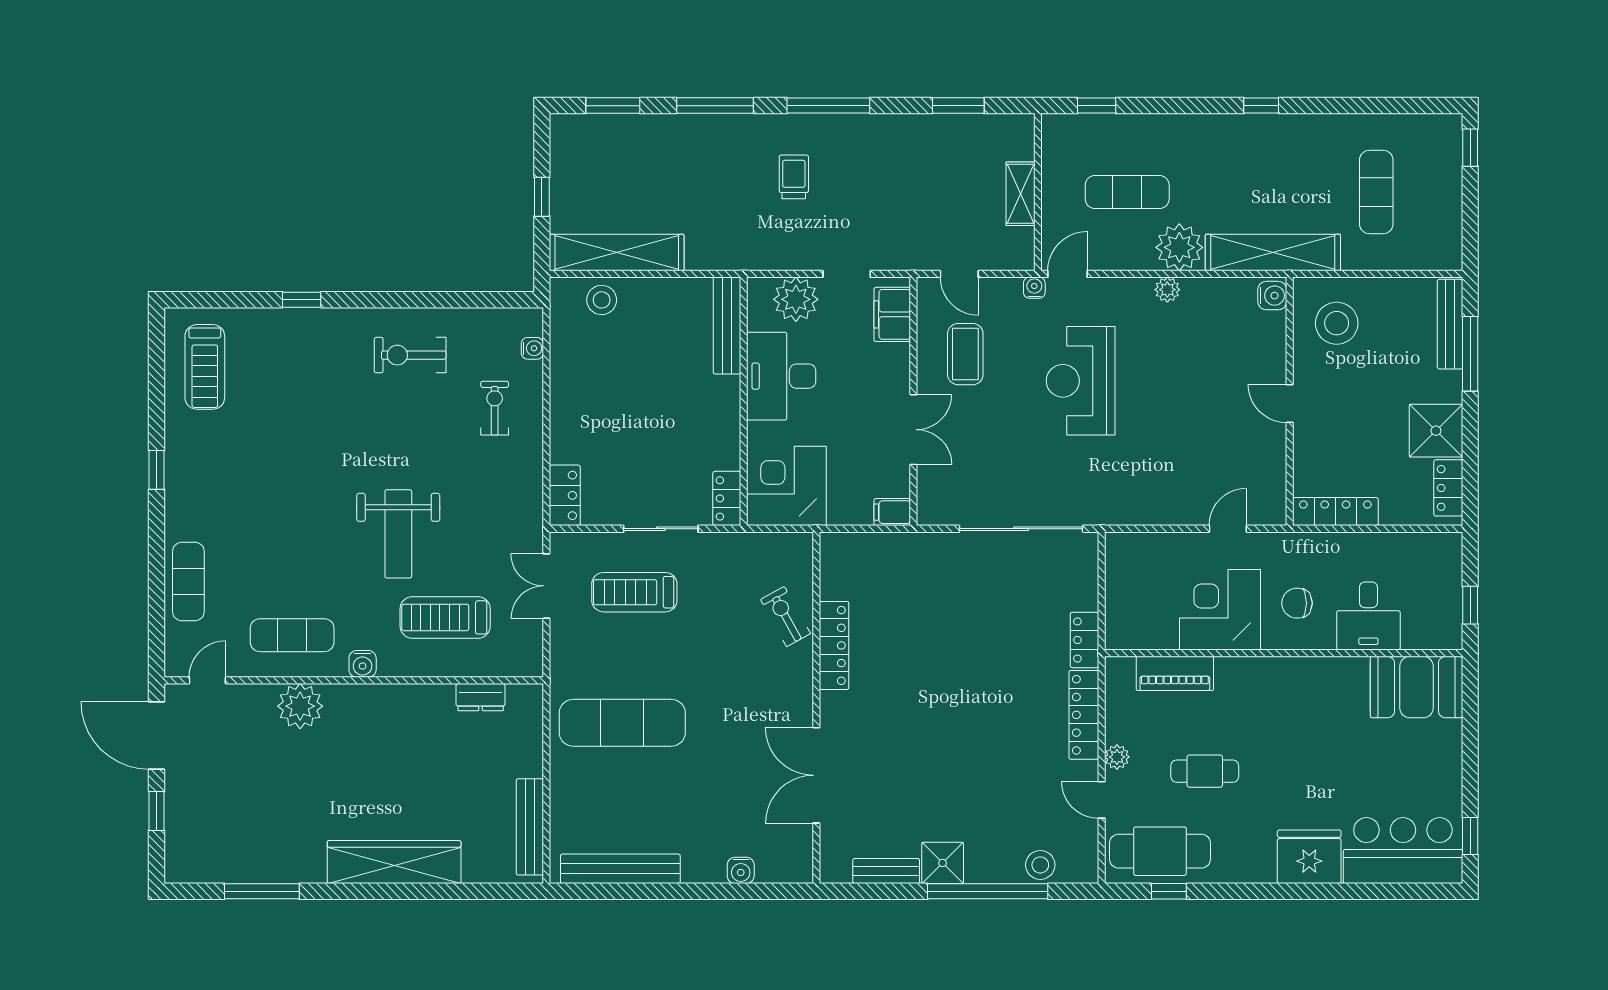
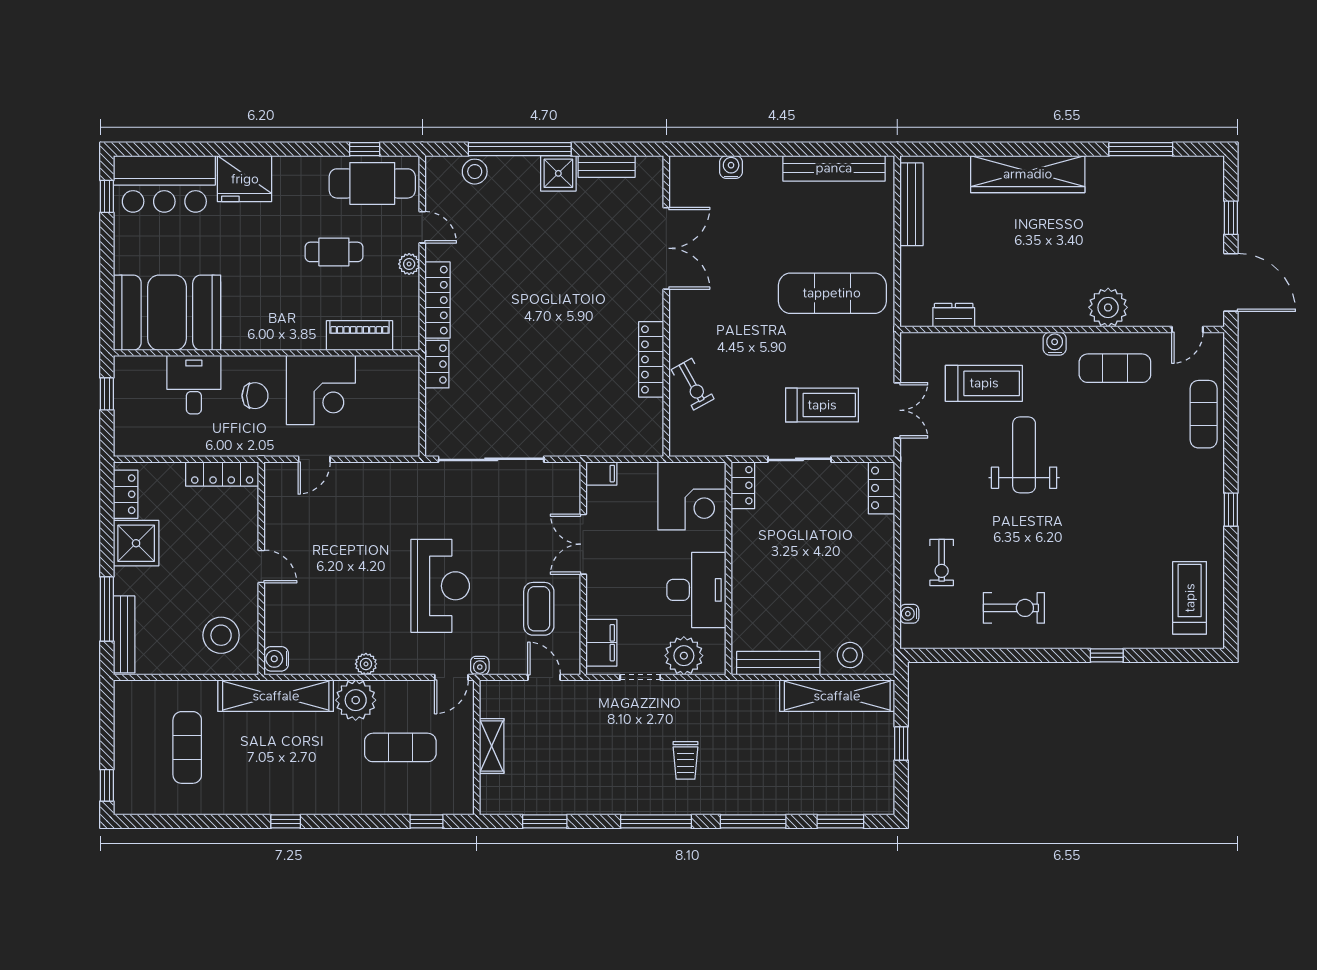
bench: (727, 326) -> (778, 663), moved, turned 90
booth: (1416, 687) -> (167, 313), width x1.36, depth x1.42

